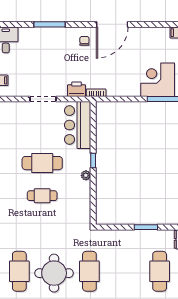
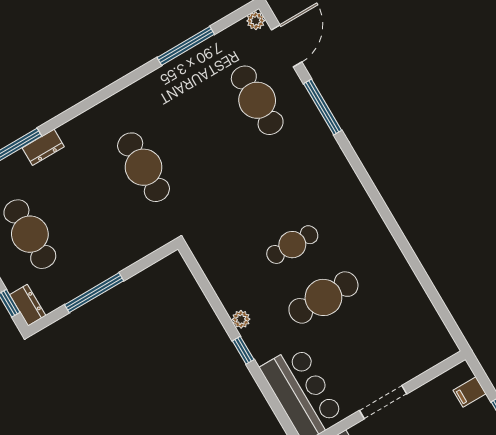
window: (146, 227) -> (94, 293), width x1.44
round table: (54, 273) -> (199, 130), removed

